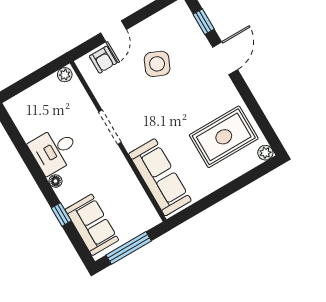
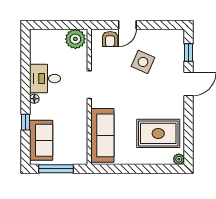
plant: (65, 75) -> (75, 39), width x1.88, depth x1.88

